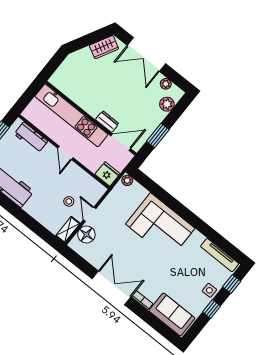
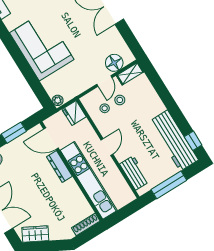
shoe rack: (60, 73) -> (86, 224), added
dresser: (107, 122) -> (59, 167), width x1.44
stool: (80, 189) -> (105, 108), added

